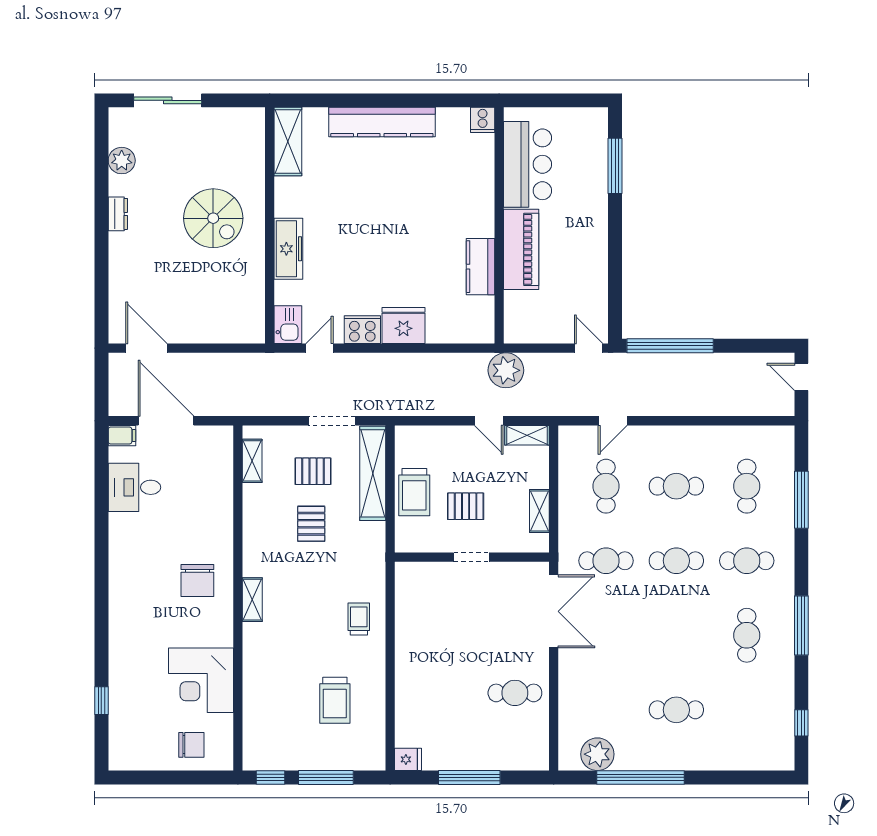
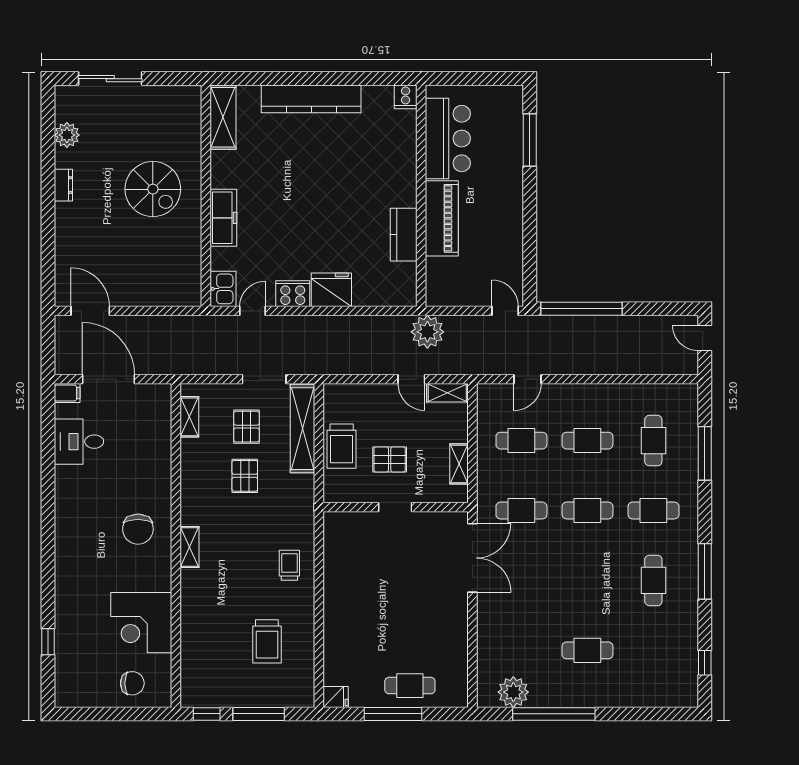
pallet: (313, 471) -> (246, 427), turned 90
cafe table: (606, 486) -> (521, 441), turned 90
cafe table: (515, 693) -> (410, 686), moved

